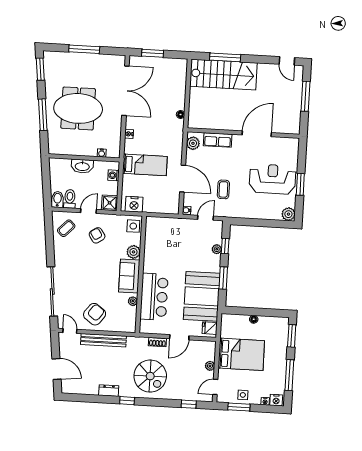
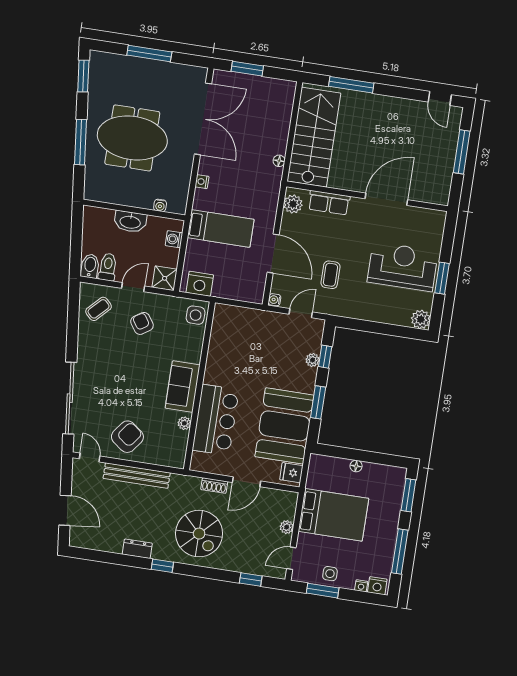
stairs: (223, 75) -> (314, 137), moved, turned -90
plant: (133, 252) -> (192, 352), removed

